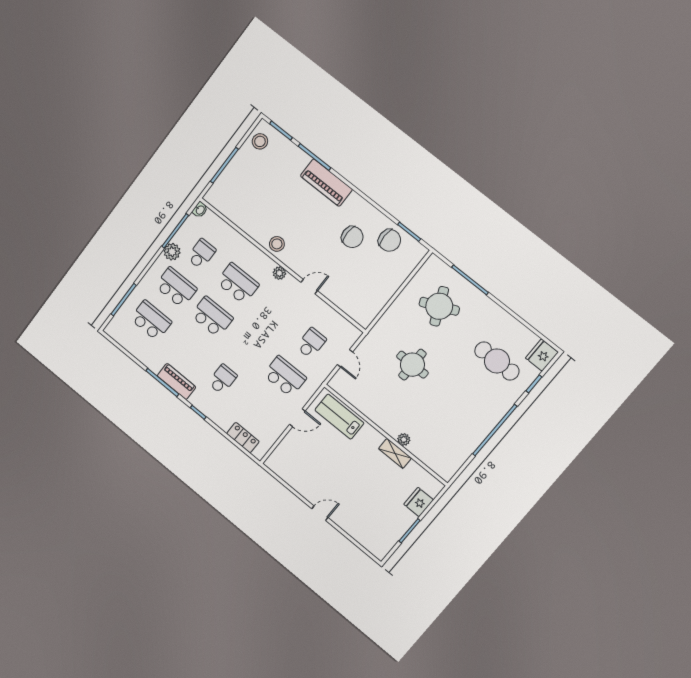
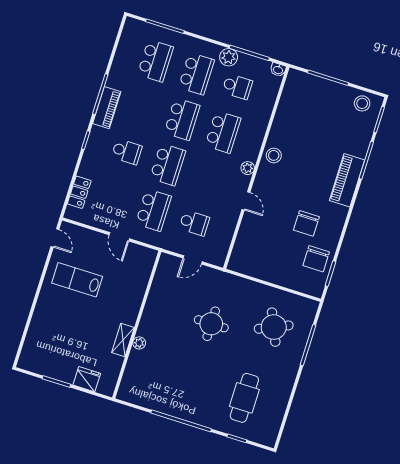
school desk: (248, 346) -> (168, 165), added
fridge: (542, 355) -> (265, 435), removed
lab bench: (339, 417) -> (77, 280), moved, turned -90
door: (320, 513) -> (55, 238), moved

